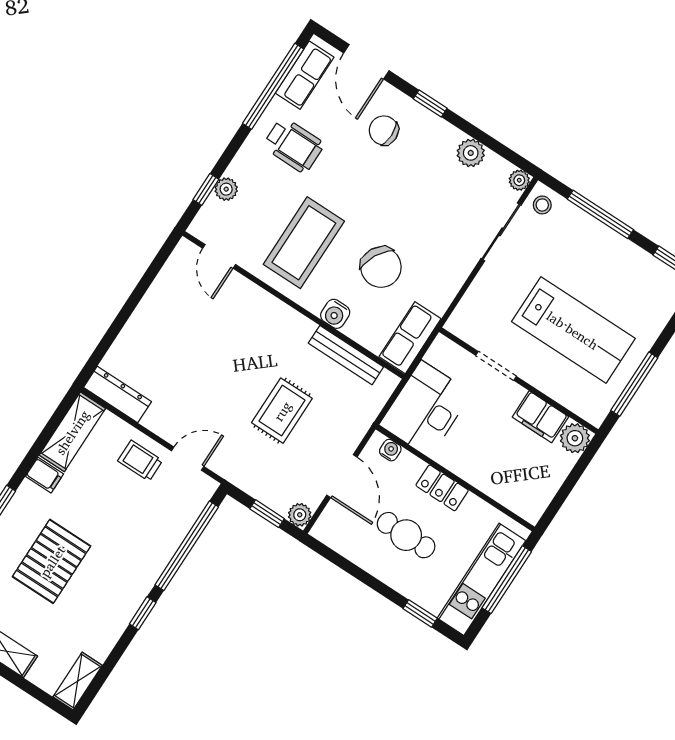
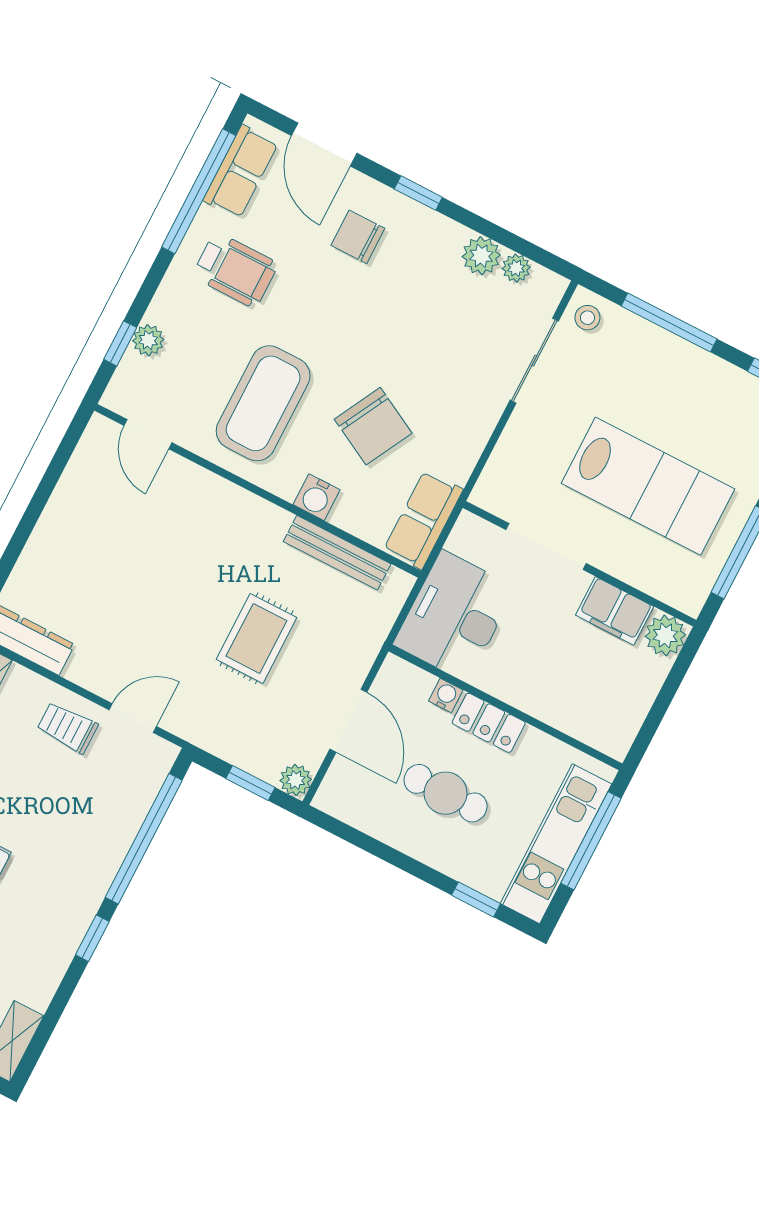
plant: (519, 180) -> (516, 268), moved
doorway: (496, 366) -> (546, 547), width x1.38
water cooler: (390, 450) -> (446, 695), moved

